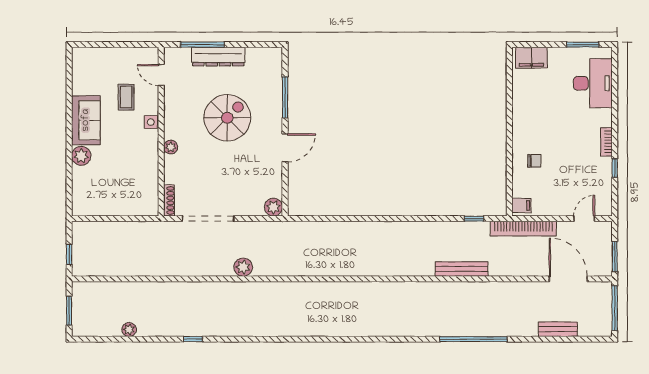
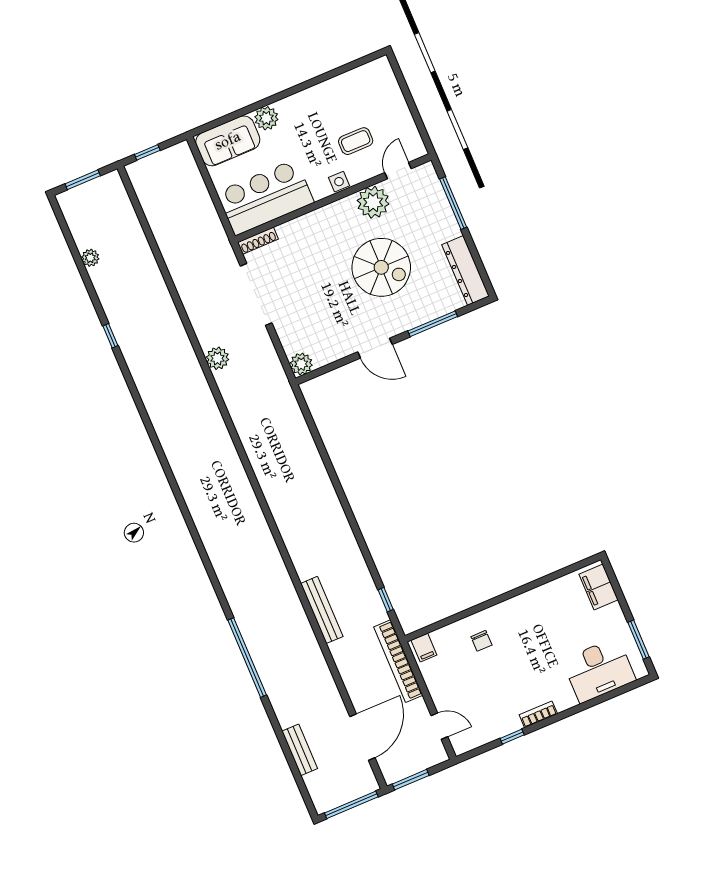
dresser: (218, 57) -> (465, 270), moved
sofa: (86, 120) -> (228, 141), moved
plant: (171, 147) -> (373, 202), moved, width x1.88, depth x1.88
bar counter: (139, 181) -> (265, 197), added

